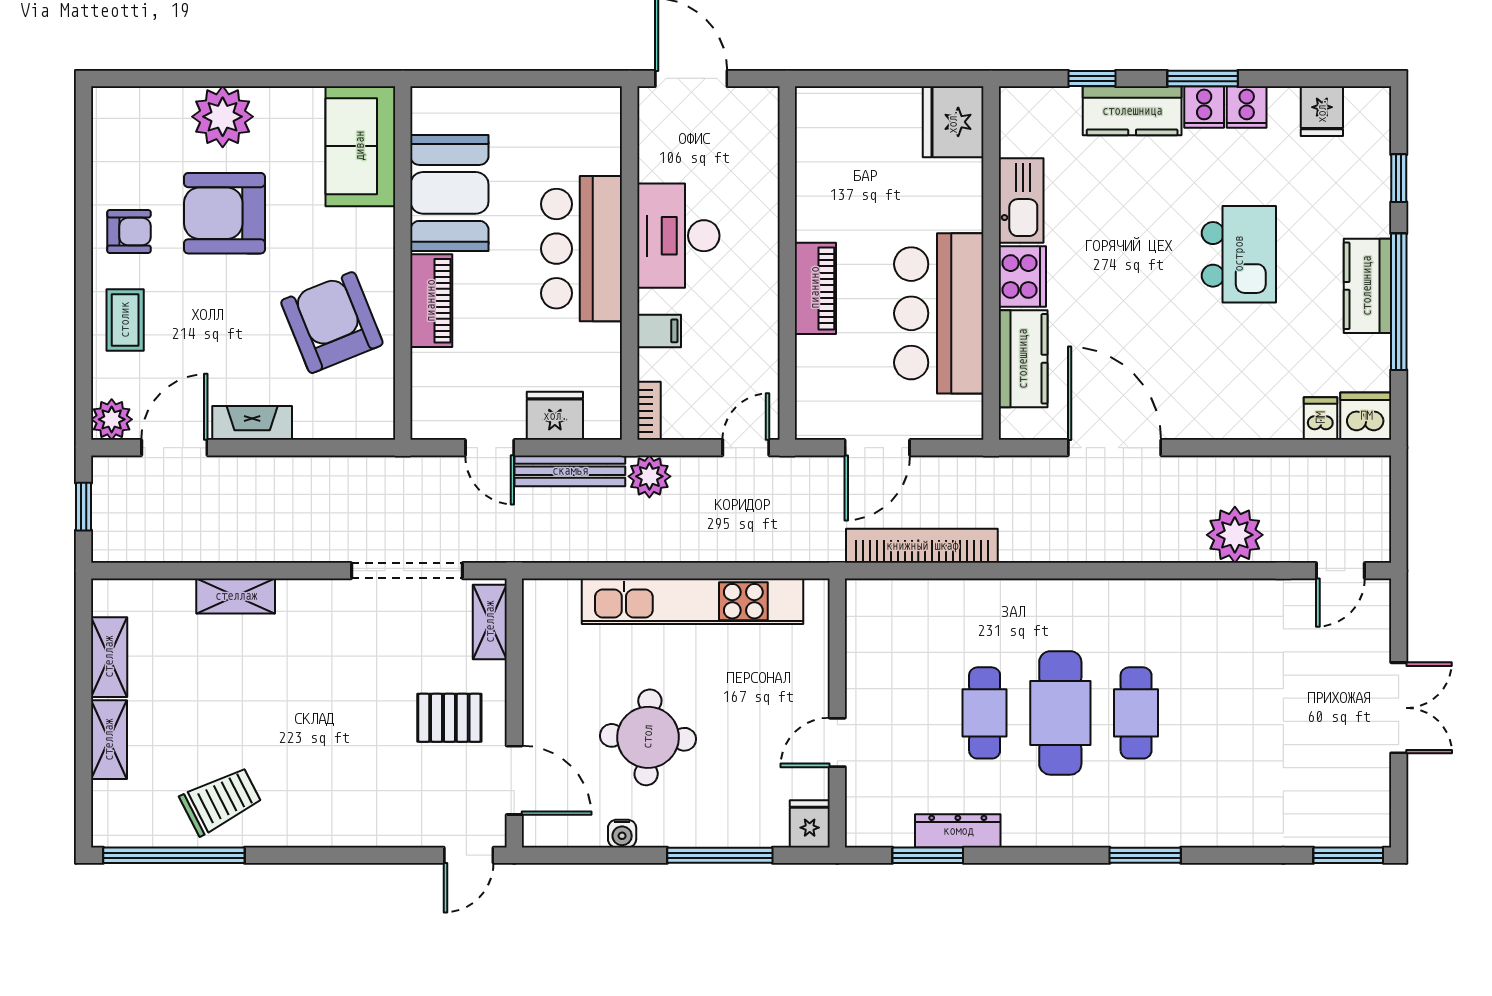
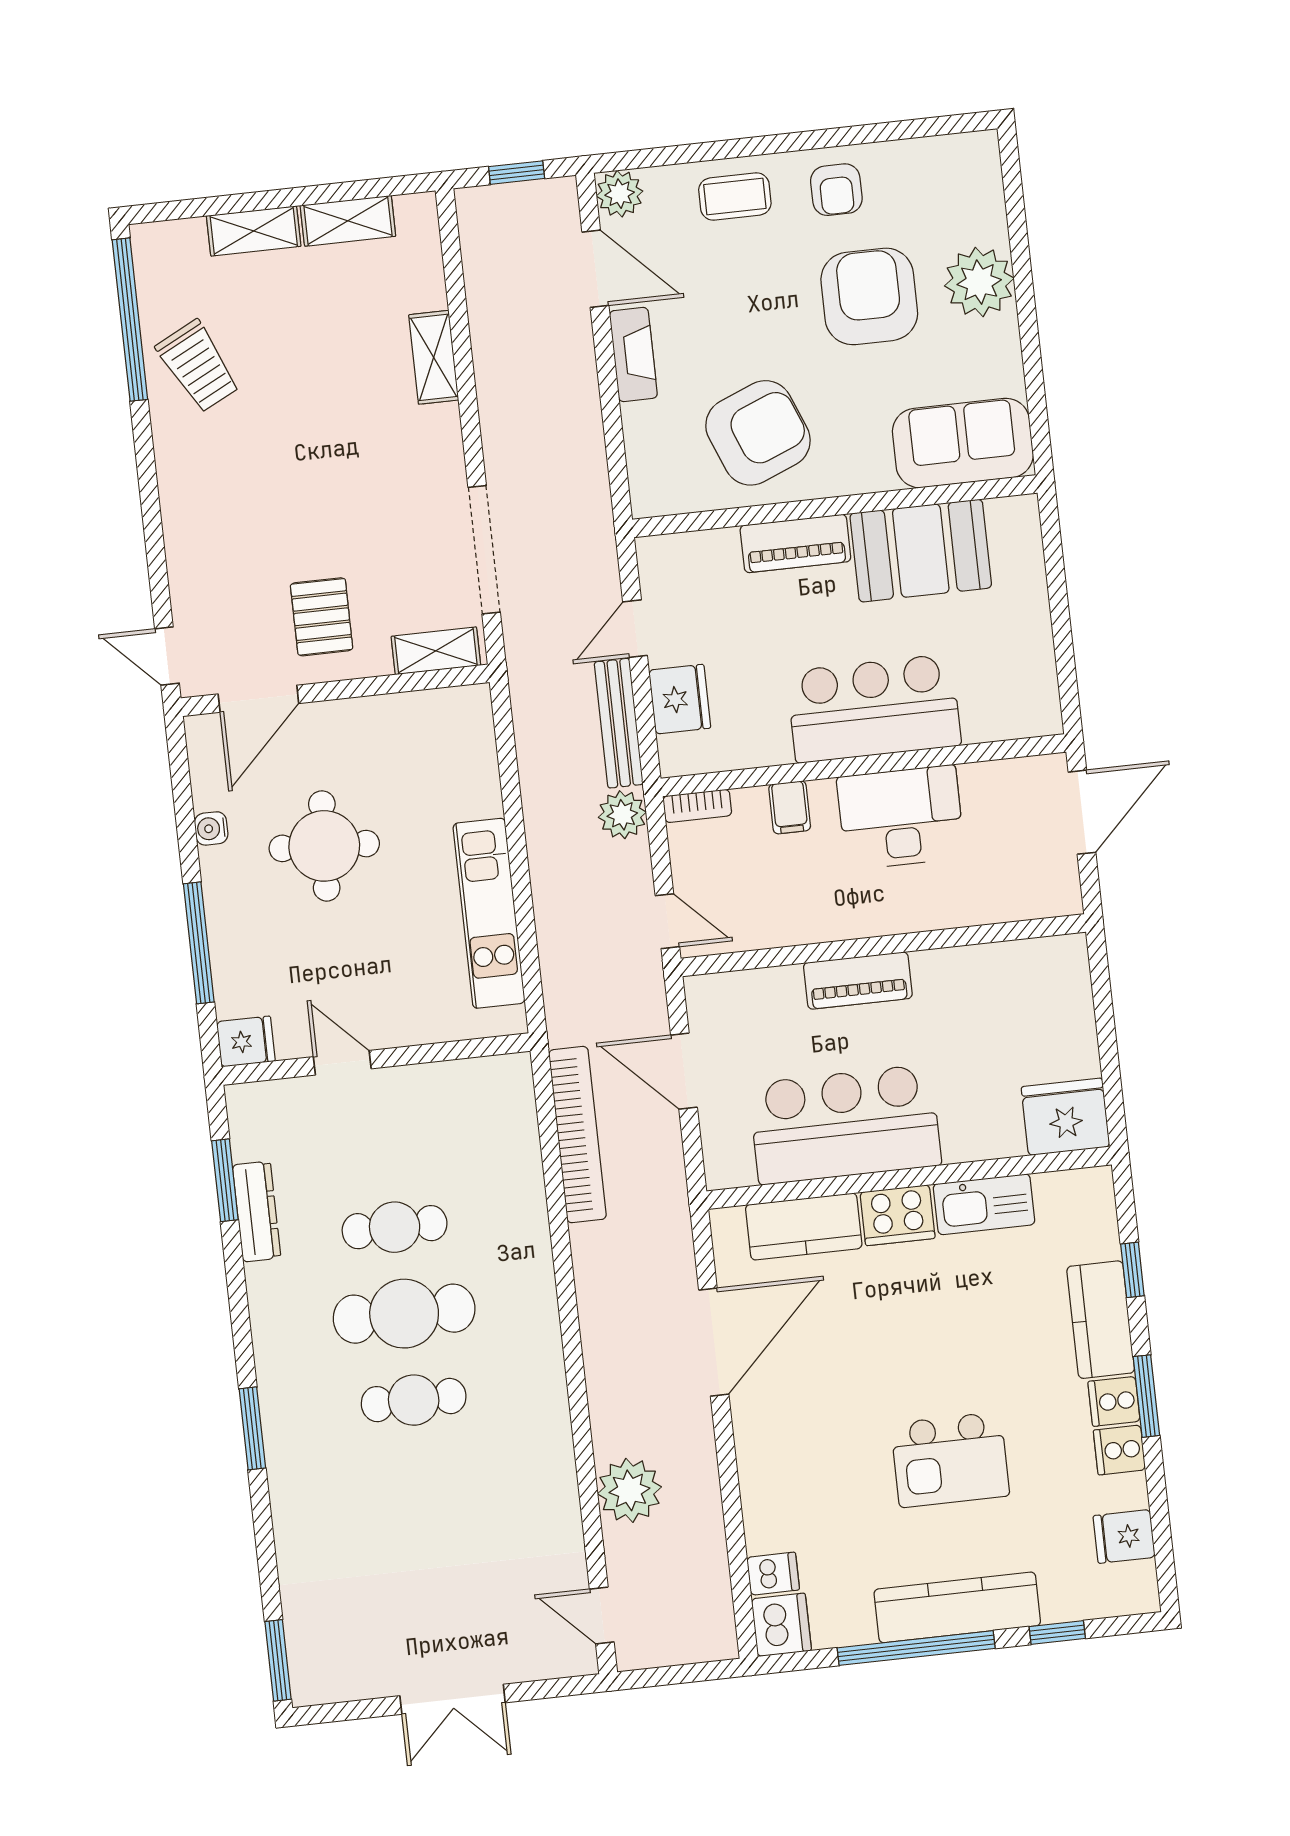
kitchen counter: (1367, 286) -> (957, 1607), width x1.50
kitchen unit: (692, 601) -> (489, 913), width x0.73

